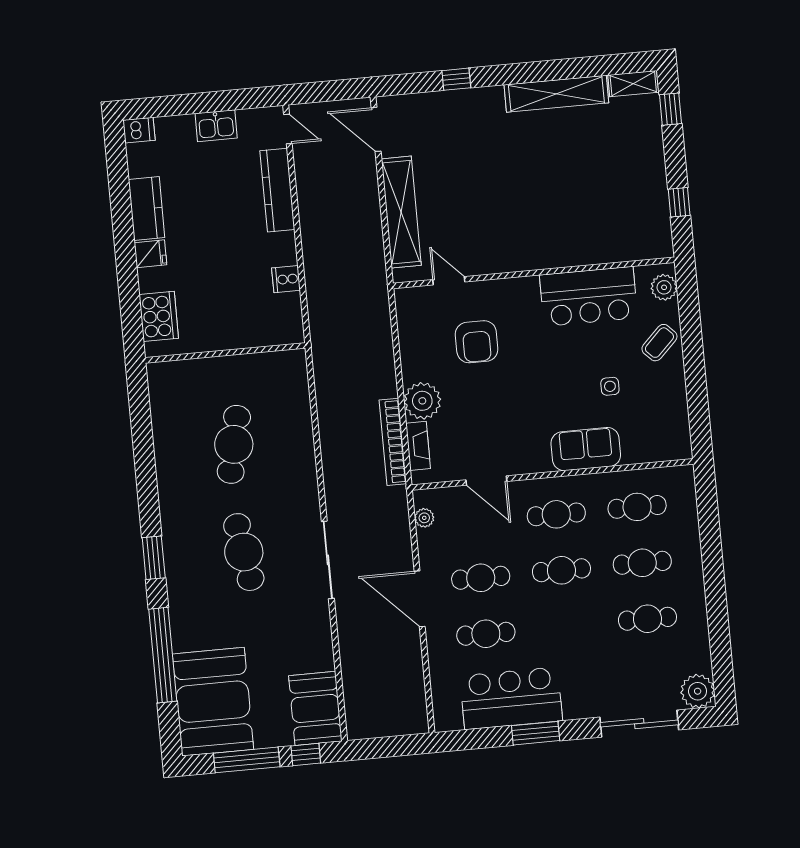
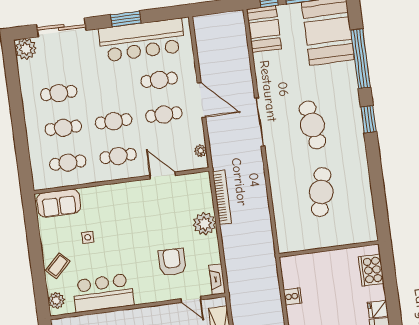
fireplace: (418, 446) -> (217, 279), moved
sofa: (586, 449) -> (59, 203), moved
bar counter: (511, 698) -> (142, 40), width x1.36

